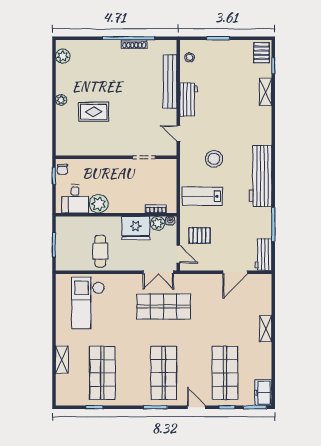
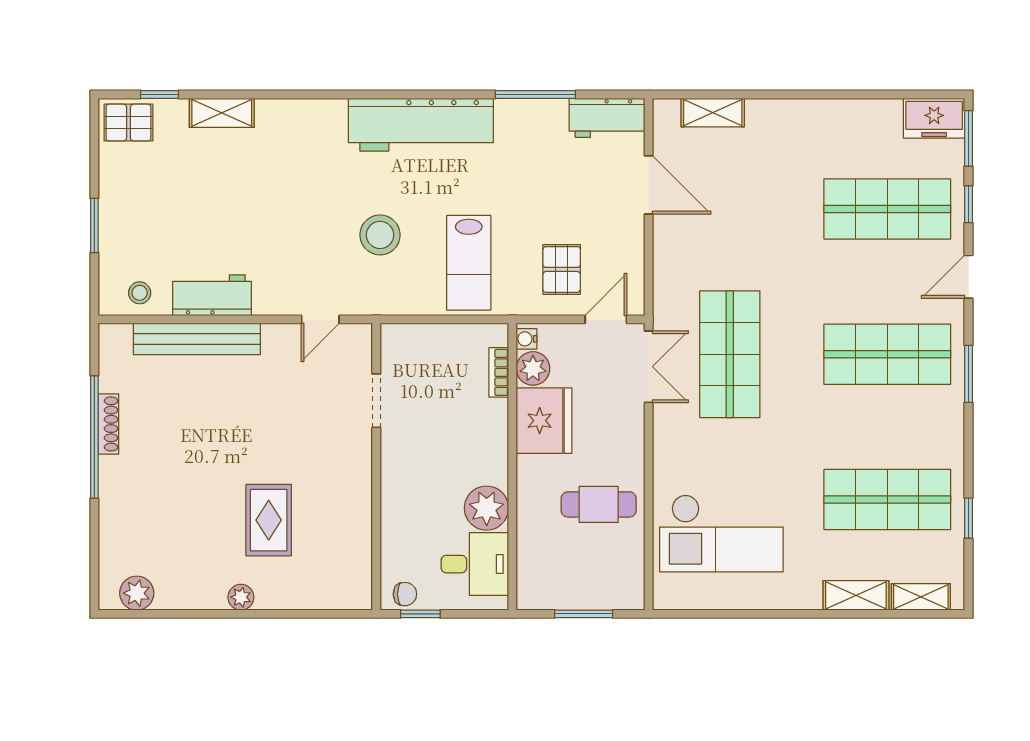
workbench: (189, 99) -> (212, 295), moved
shelving: (266, 329) -> (713, 113), moved
shelving: (61, 387) -> (921, 597), added

